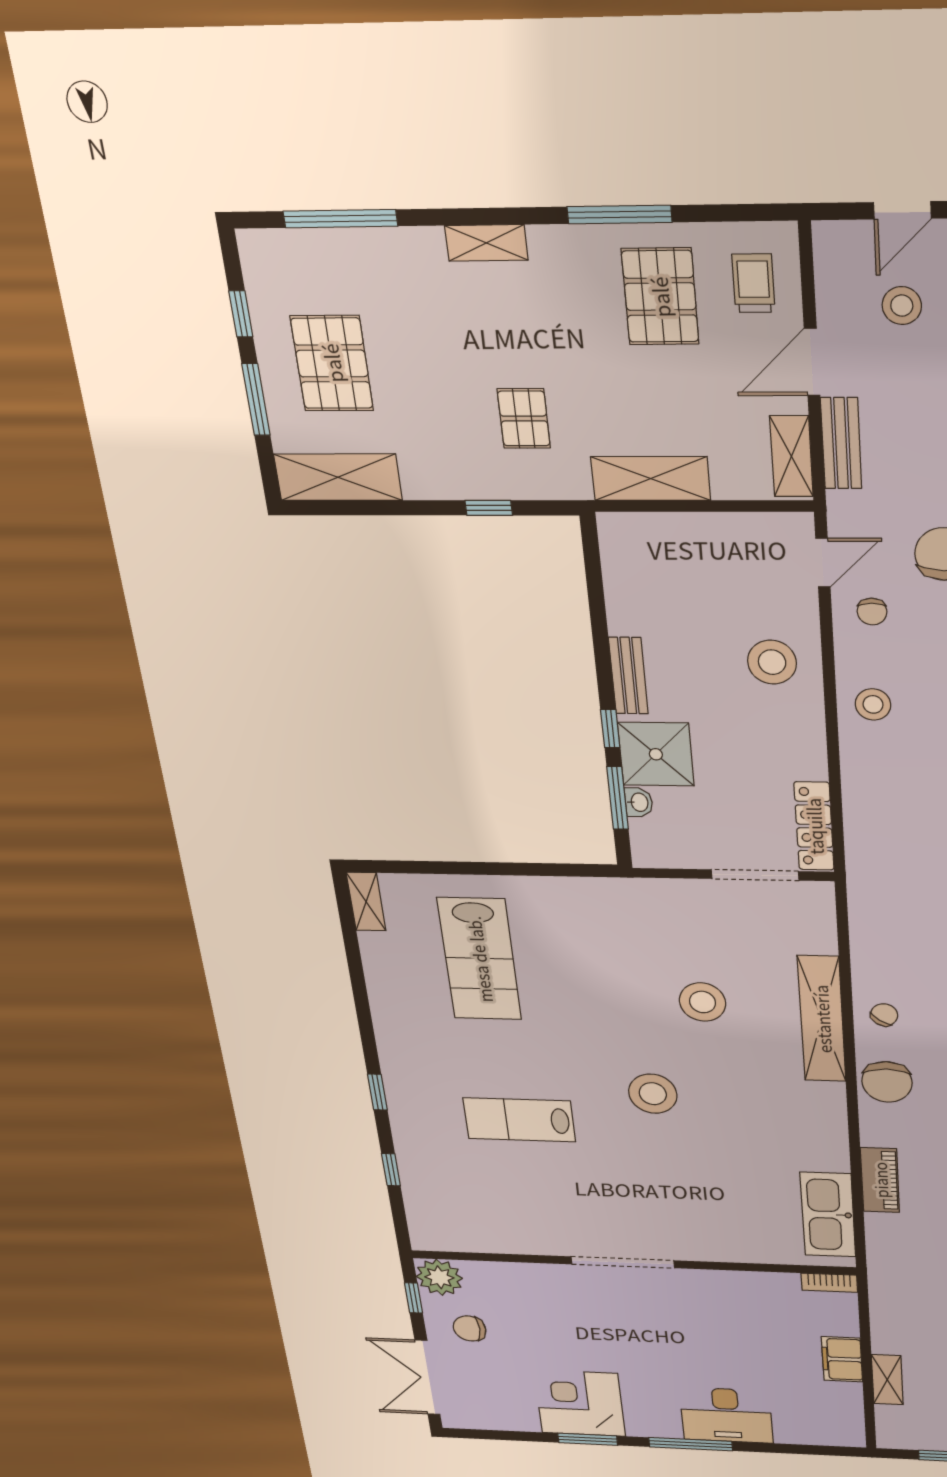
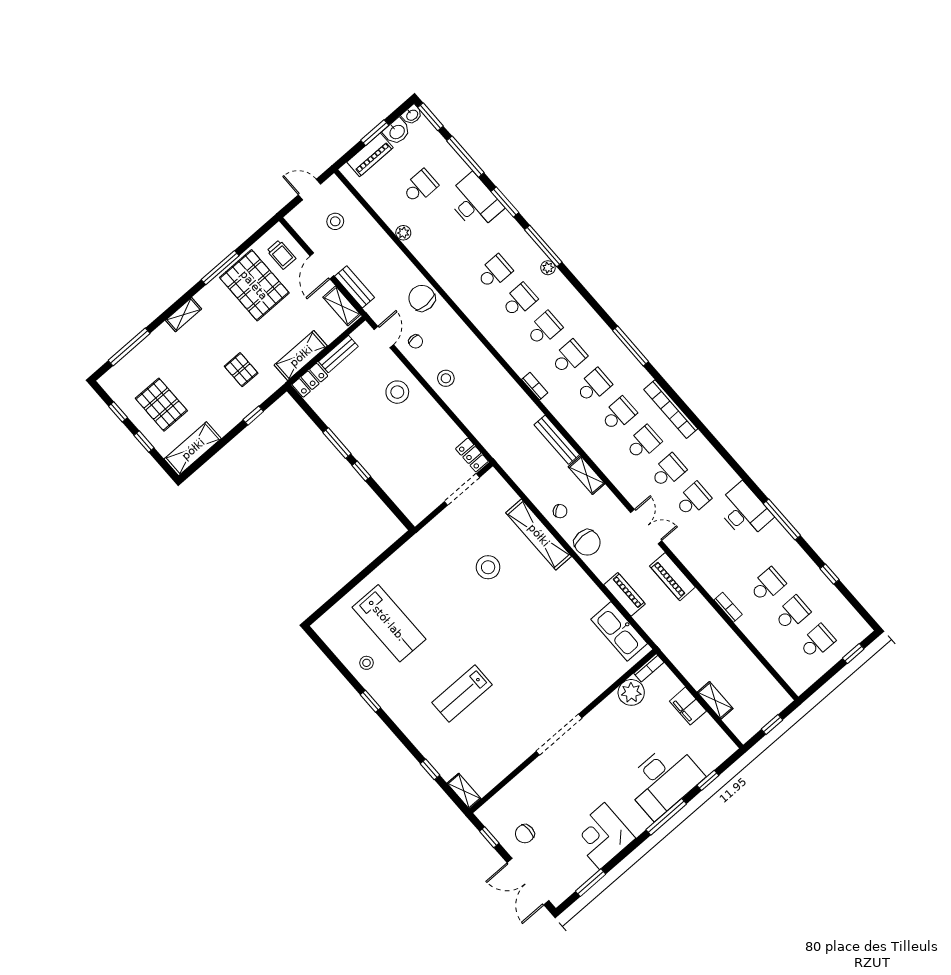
door: (902, 210) -> (310, 190), swing flipped
trolley: (753, 283) -> (281, 255), turned 180
pallet: (660, 297) -> (254, 285), width x1.37, depth x1.41
window: (256, 400) -> (144, 442), width x0.67
locker: (635, 530) -> (310, 380), added
bench: (628, 676) -> (338, 354), moved, turned 90
shower: (656, 754) -> (386, 468), removed
window: (618, 798) -> (337, 443), moved
washbasin: (639, 802) -> (395, 495), removed
locker: (814, 826) -> (472, 455), width x0.66
shelving: (366, 902) -> (464, 791), moved
chair: (884, 1015) -> (560, 511), turned 108
window: (377, 1092) -> (371, 701), moved
stool: (653, 1094) -> (367, 663), moved, width x0.53, depth x0.53
plant: (439, 1277) -> (631, 692), moved
desk: (726, 1415) -> (663, 780), width x1.36, depth x1.30
window: (588, 1439) -> (591, 883), moved
window: (788, 1449) -> (708, 780), added

